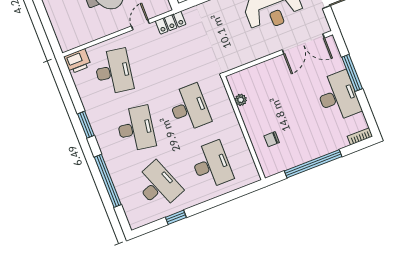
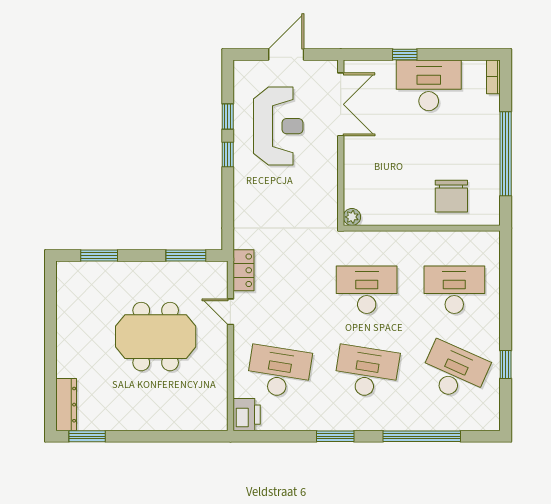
window: (352, 73) -> (405, 55), width x0.46
plant: (241, 100) -> (352, 217), moved
chair: (272, 139) -> (451, 196), width x1.87, depth x1.87
desk: (158, 186) -> (454, 372), turned 45

